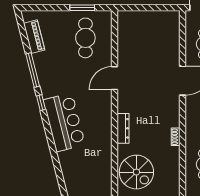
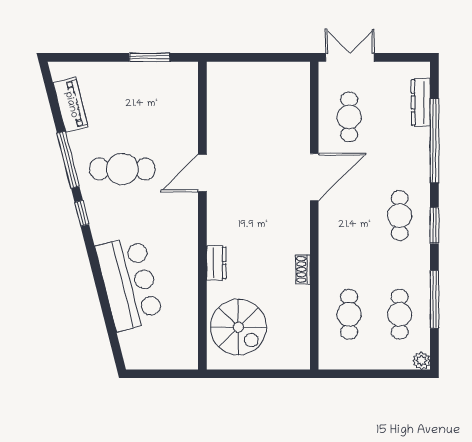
cafe table: (85, 38) -> (122, 169), moved, turned 90
bar counter: (64, 122) -> (129, 283), moved
dresser: (123, 128) -> (216, 263), width x0.70

